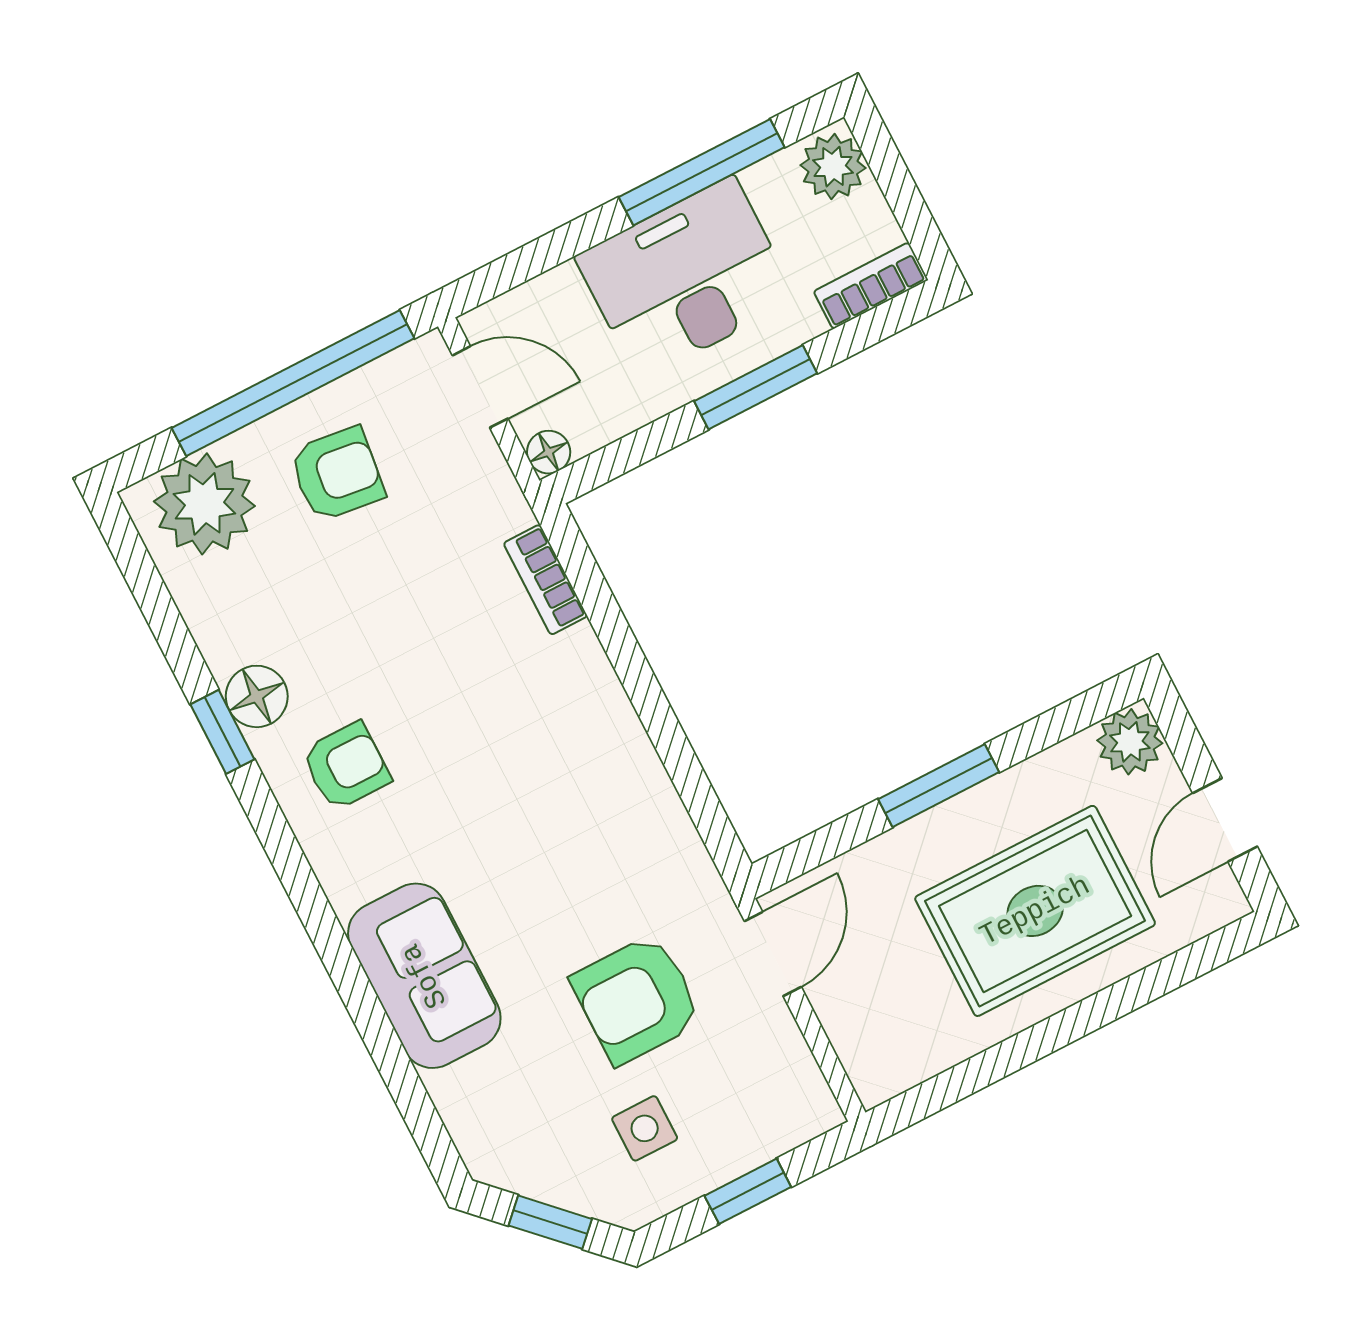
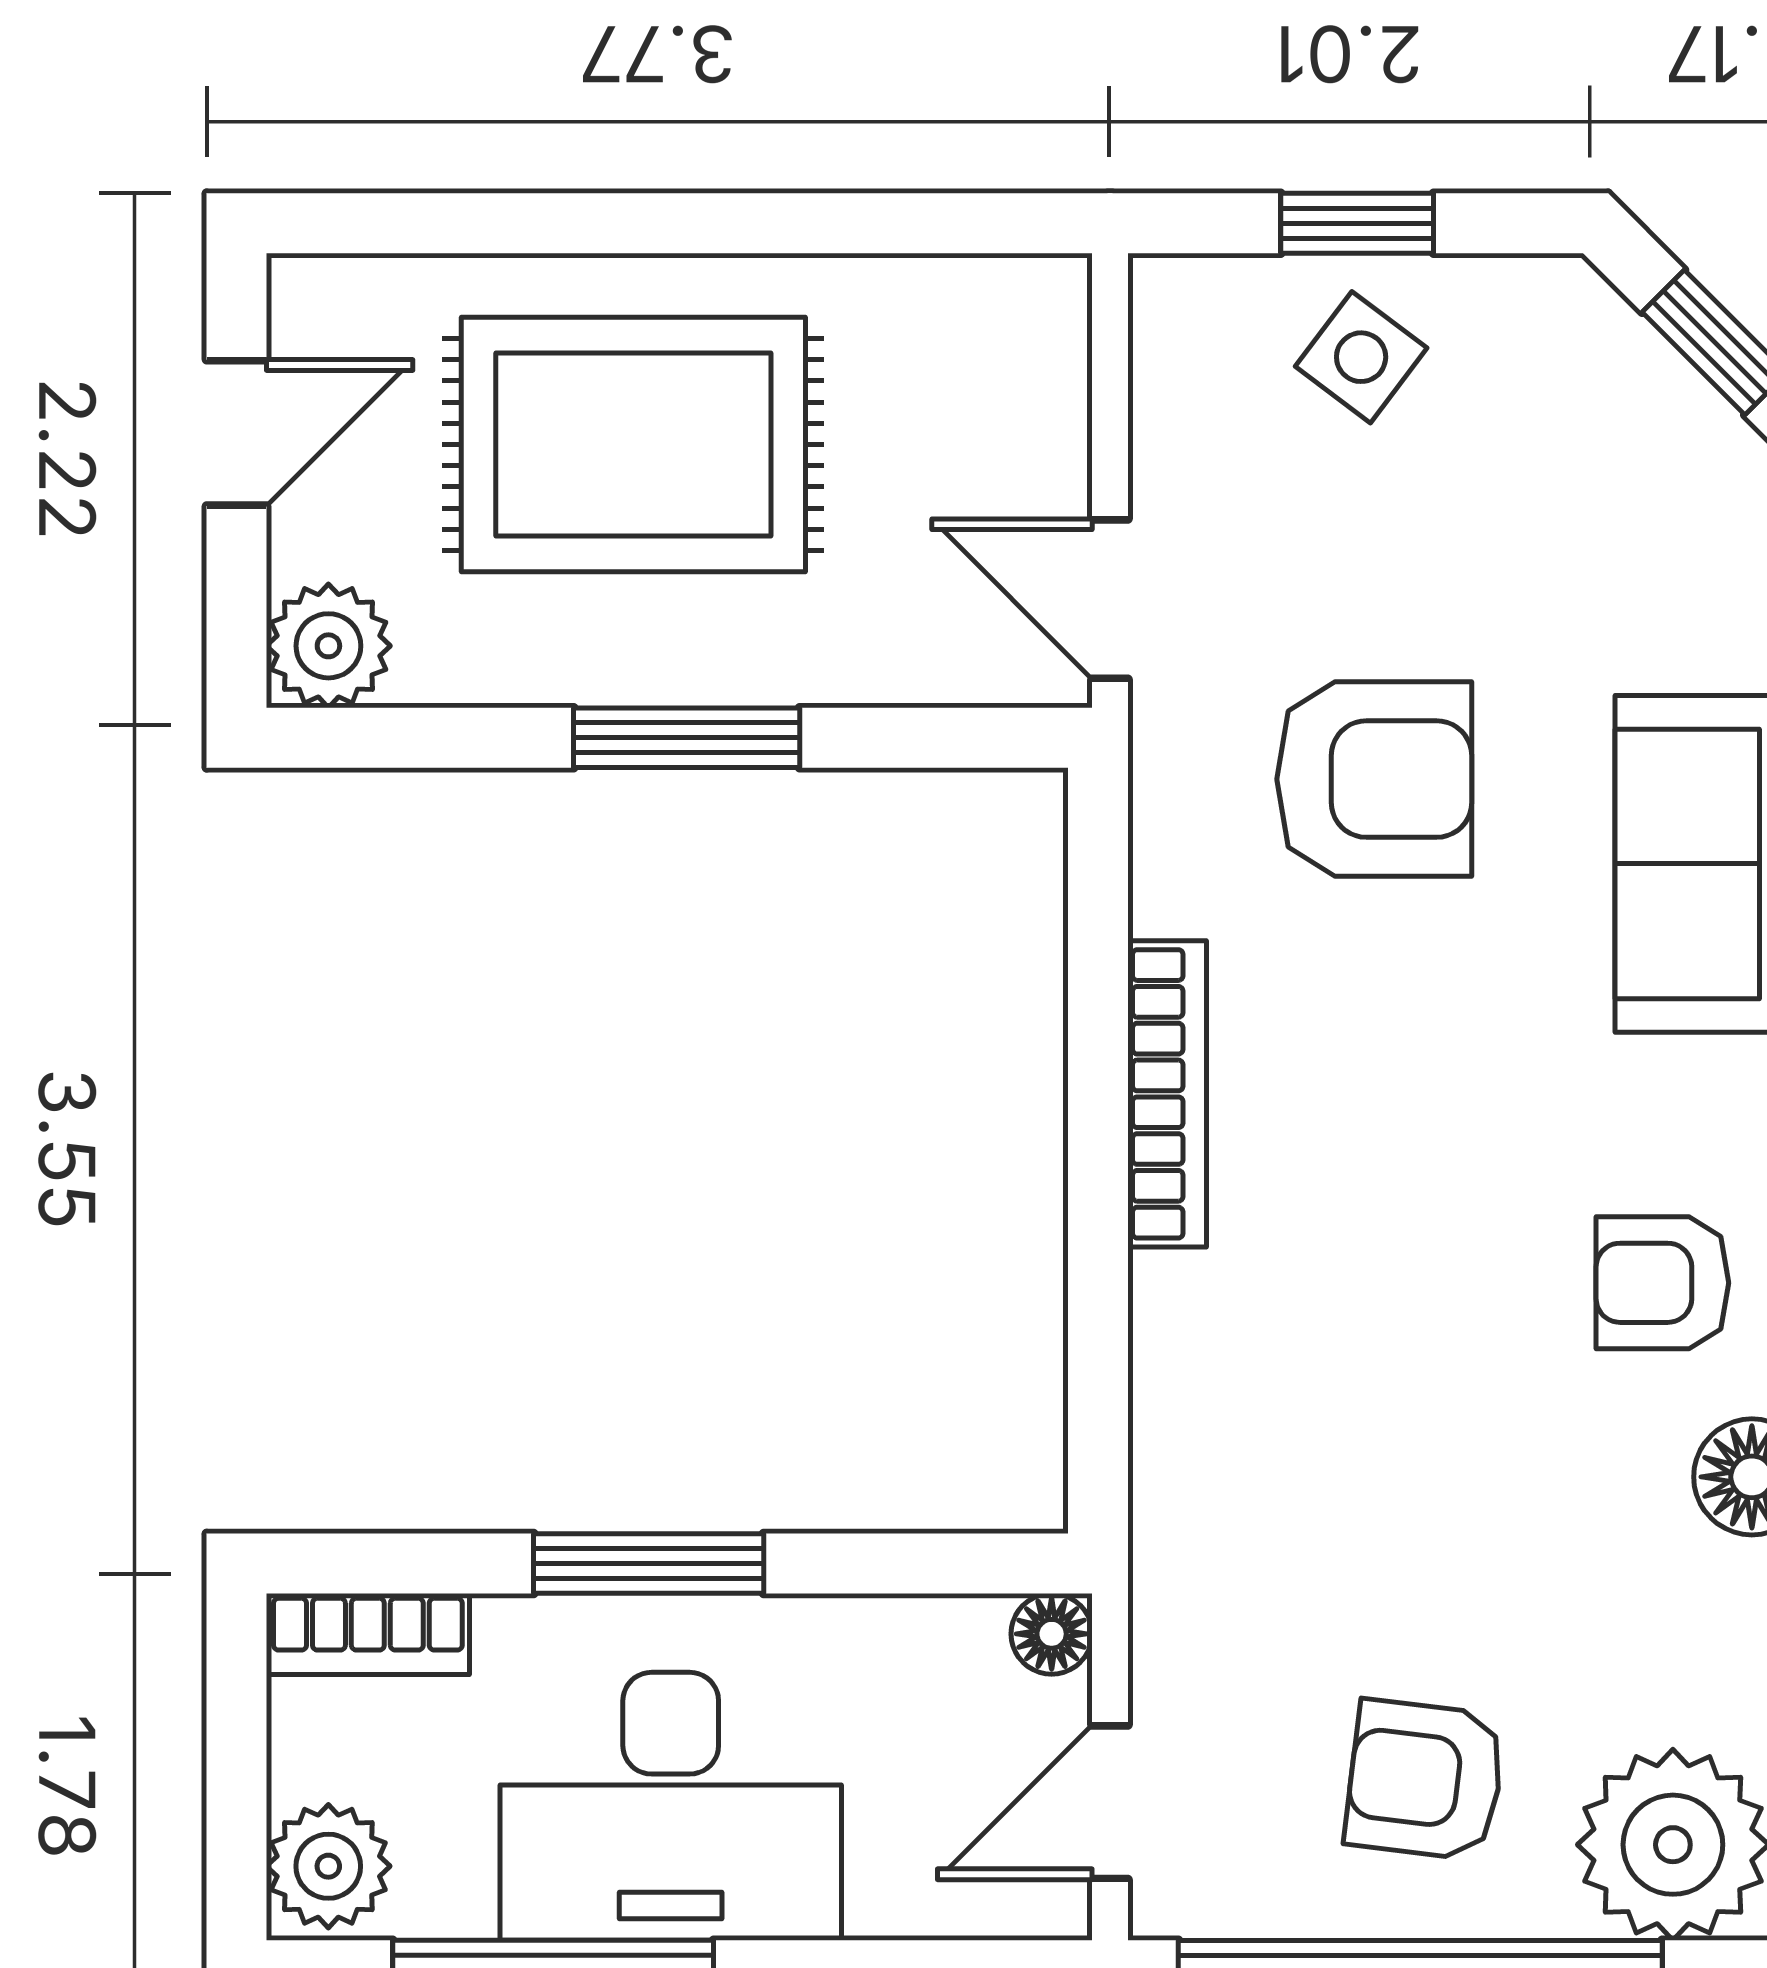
door: (480, 387) -> (1110, 1802), hinge flipped
bookcase: (545, 580) -> (1167, 1094), moved, width x1.56
door: (773, 954) -> (1110, 599), hinge flipped
armchair: (637, 999) -> (1374, 779), moved
side table: (645, 1128) -> (1361, 357), moved, turned 37

